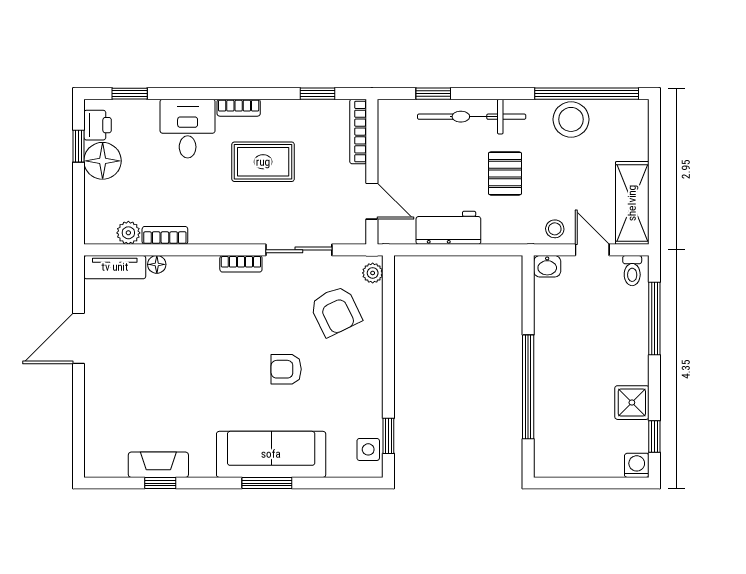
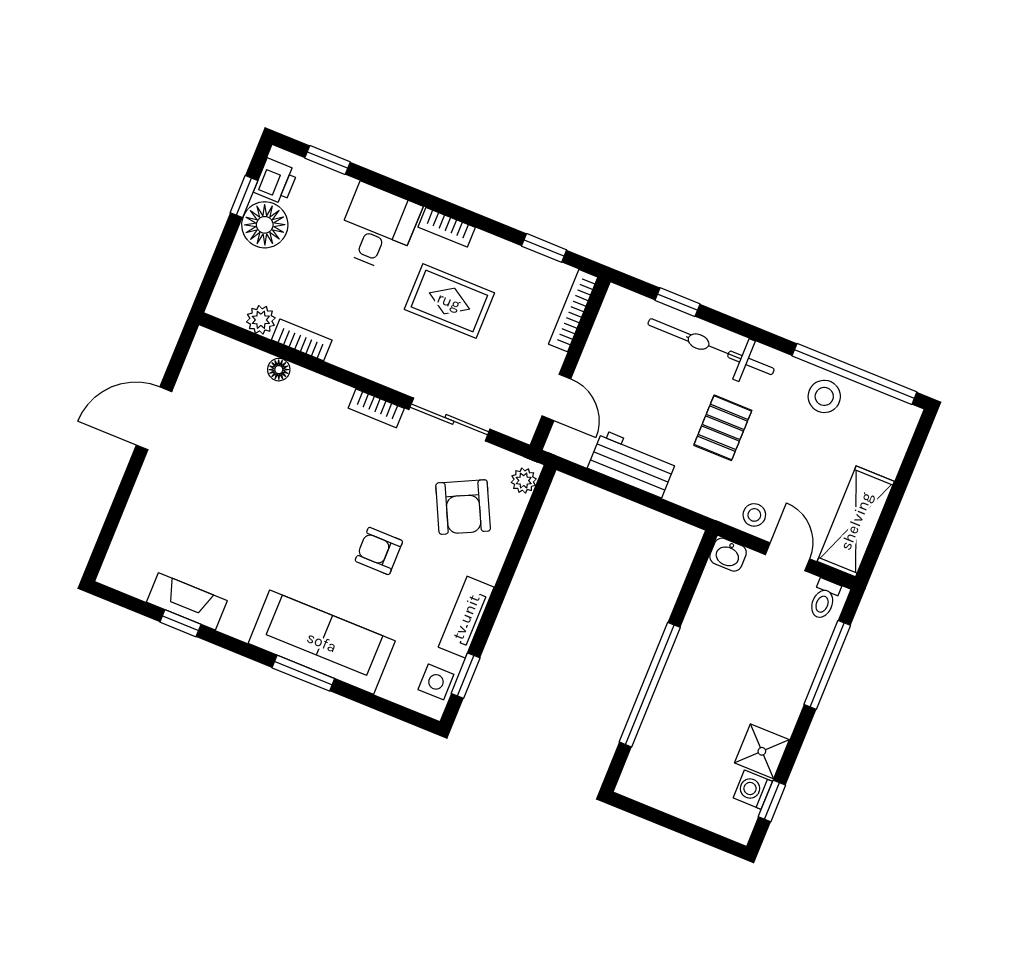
stool: (571, 119) -> (824, 396), width x0.73, depth x0.73
tv unit: (115, 267) -> (466, 617), moved, turned 90
washing machine: (637, 465) -> (753, 790), moved, turned -90

